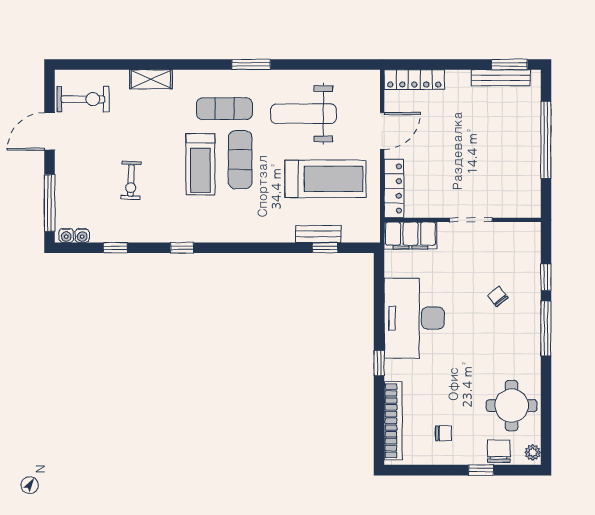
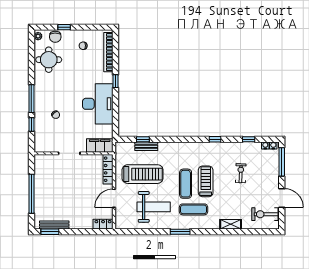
locker: (414, 80) -> (103, 224), width x0.66
door: (50, 131) -> (282, 198), hinge flipped
treadmill: (325, 179) -> (143, 174), turned 180

